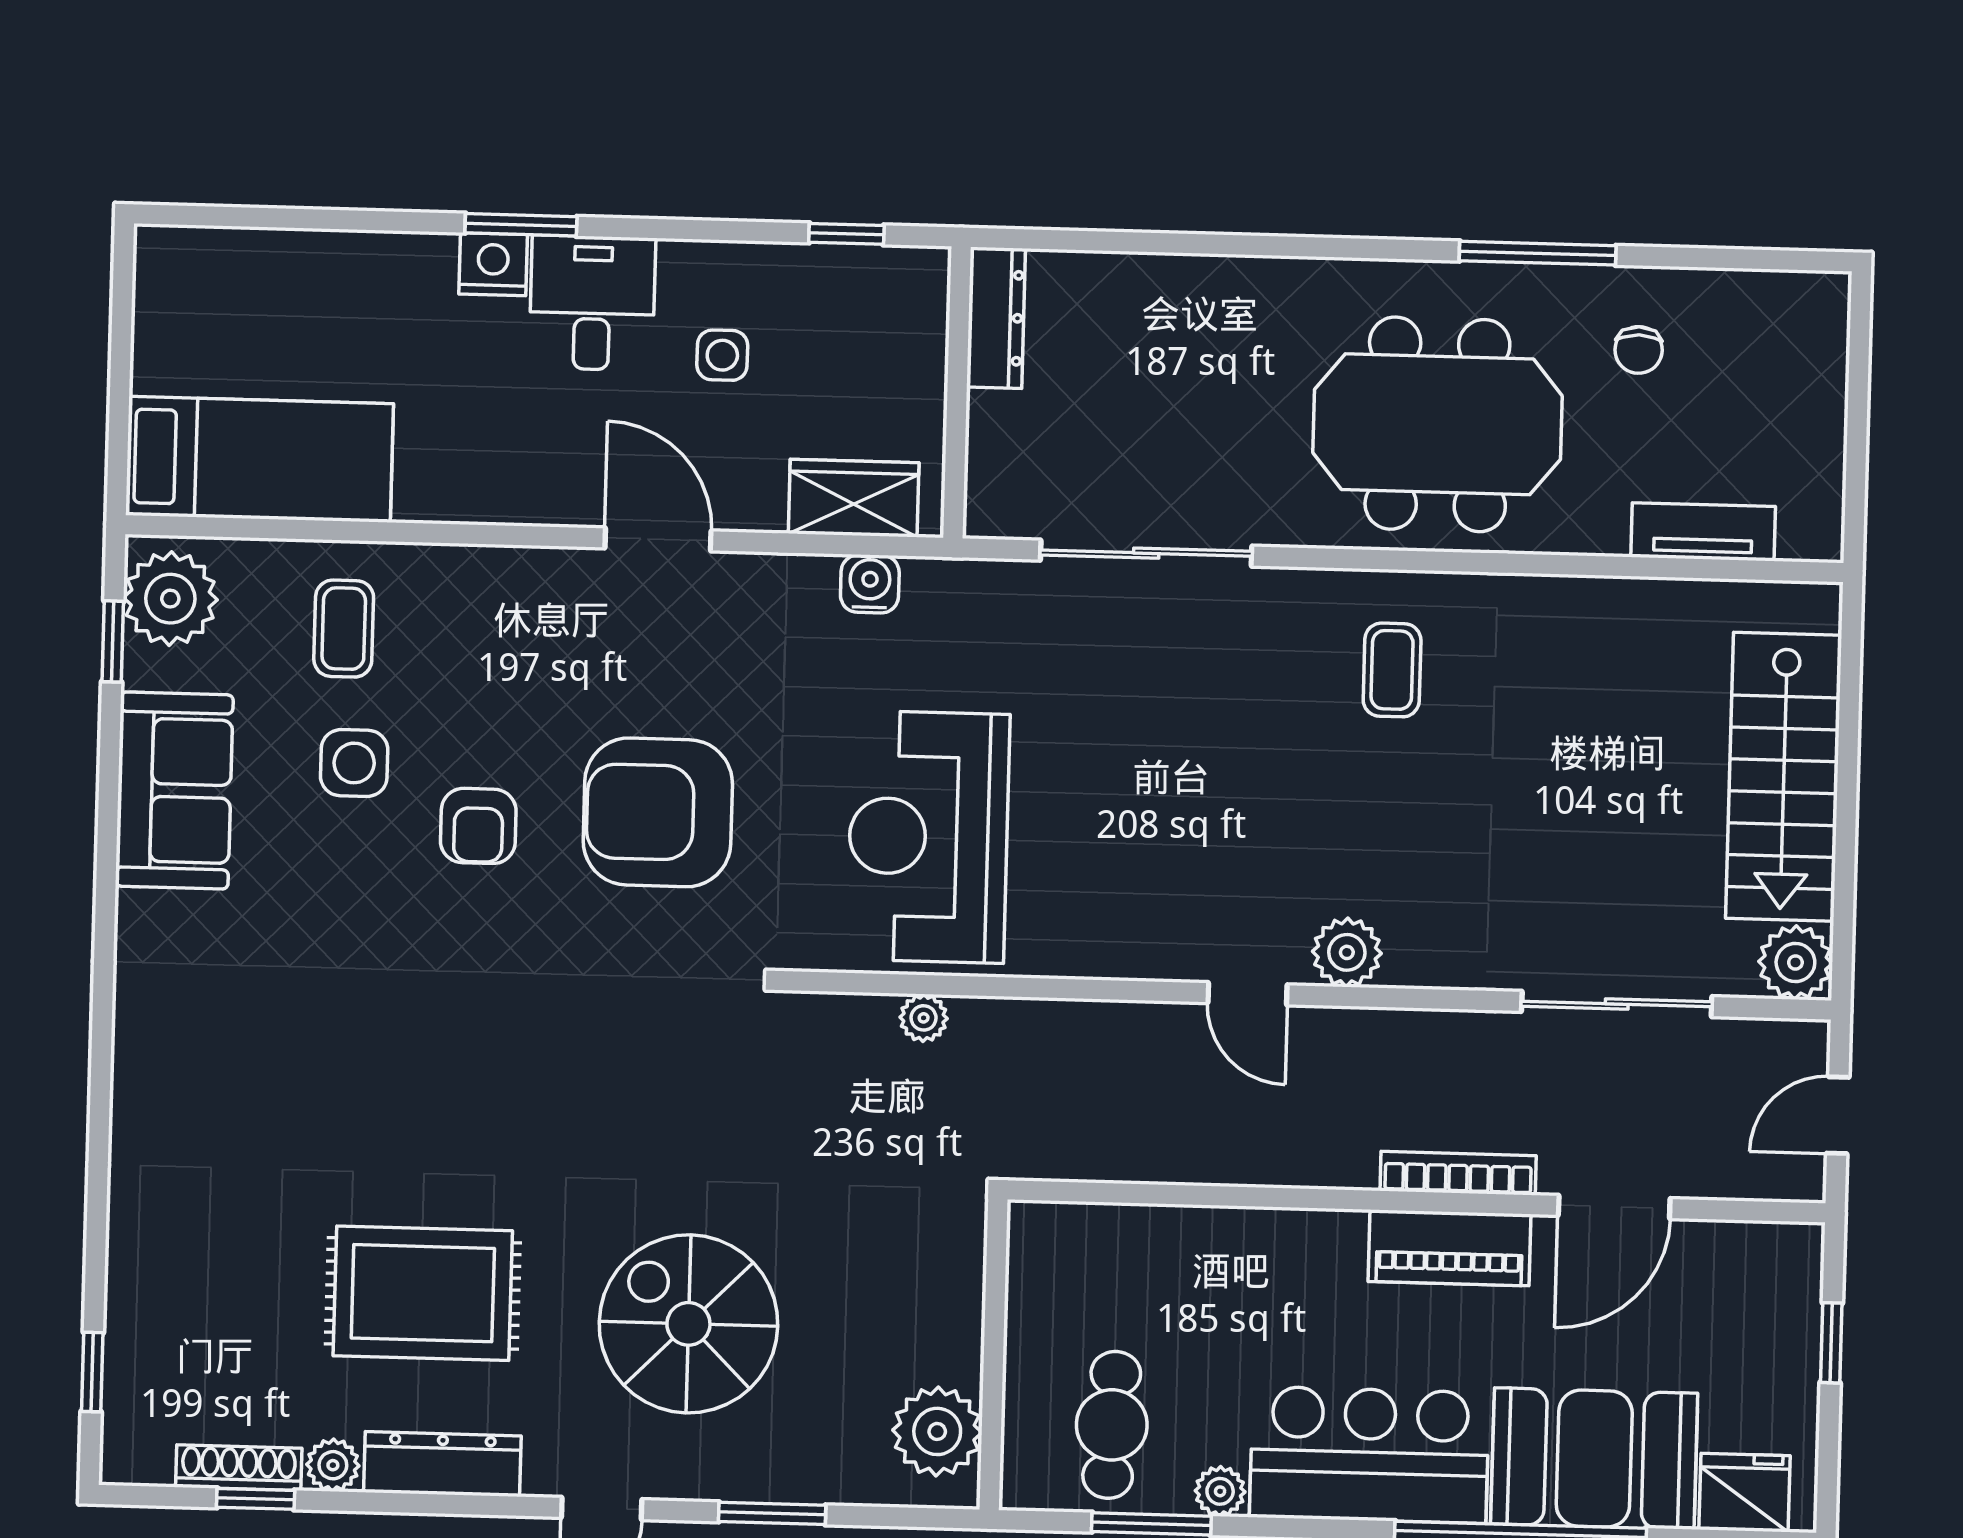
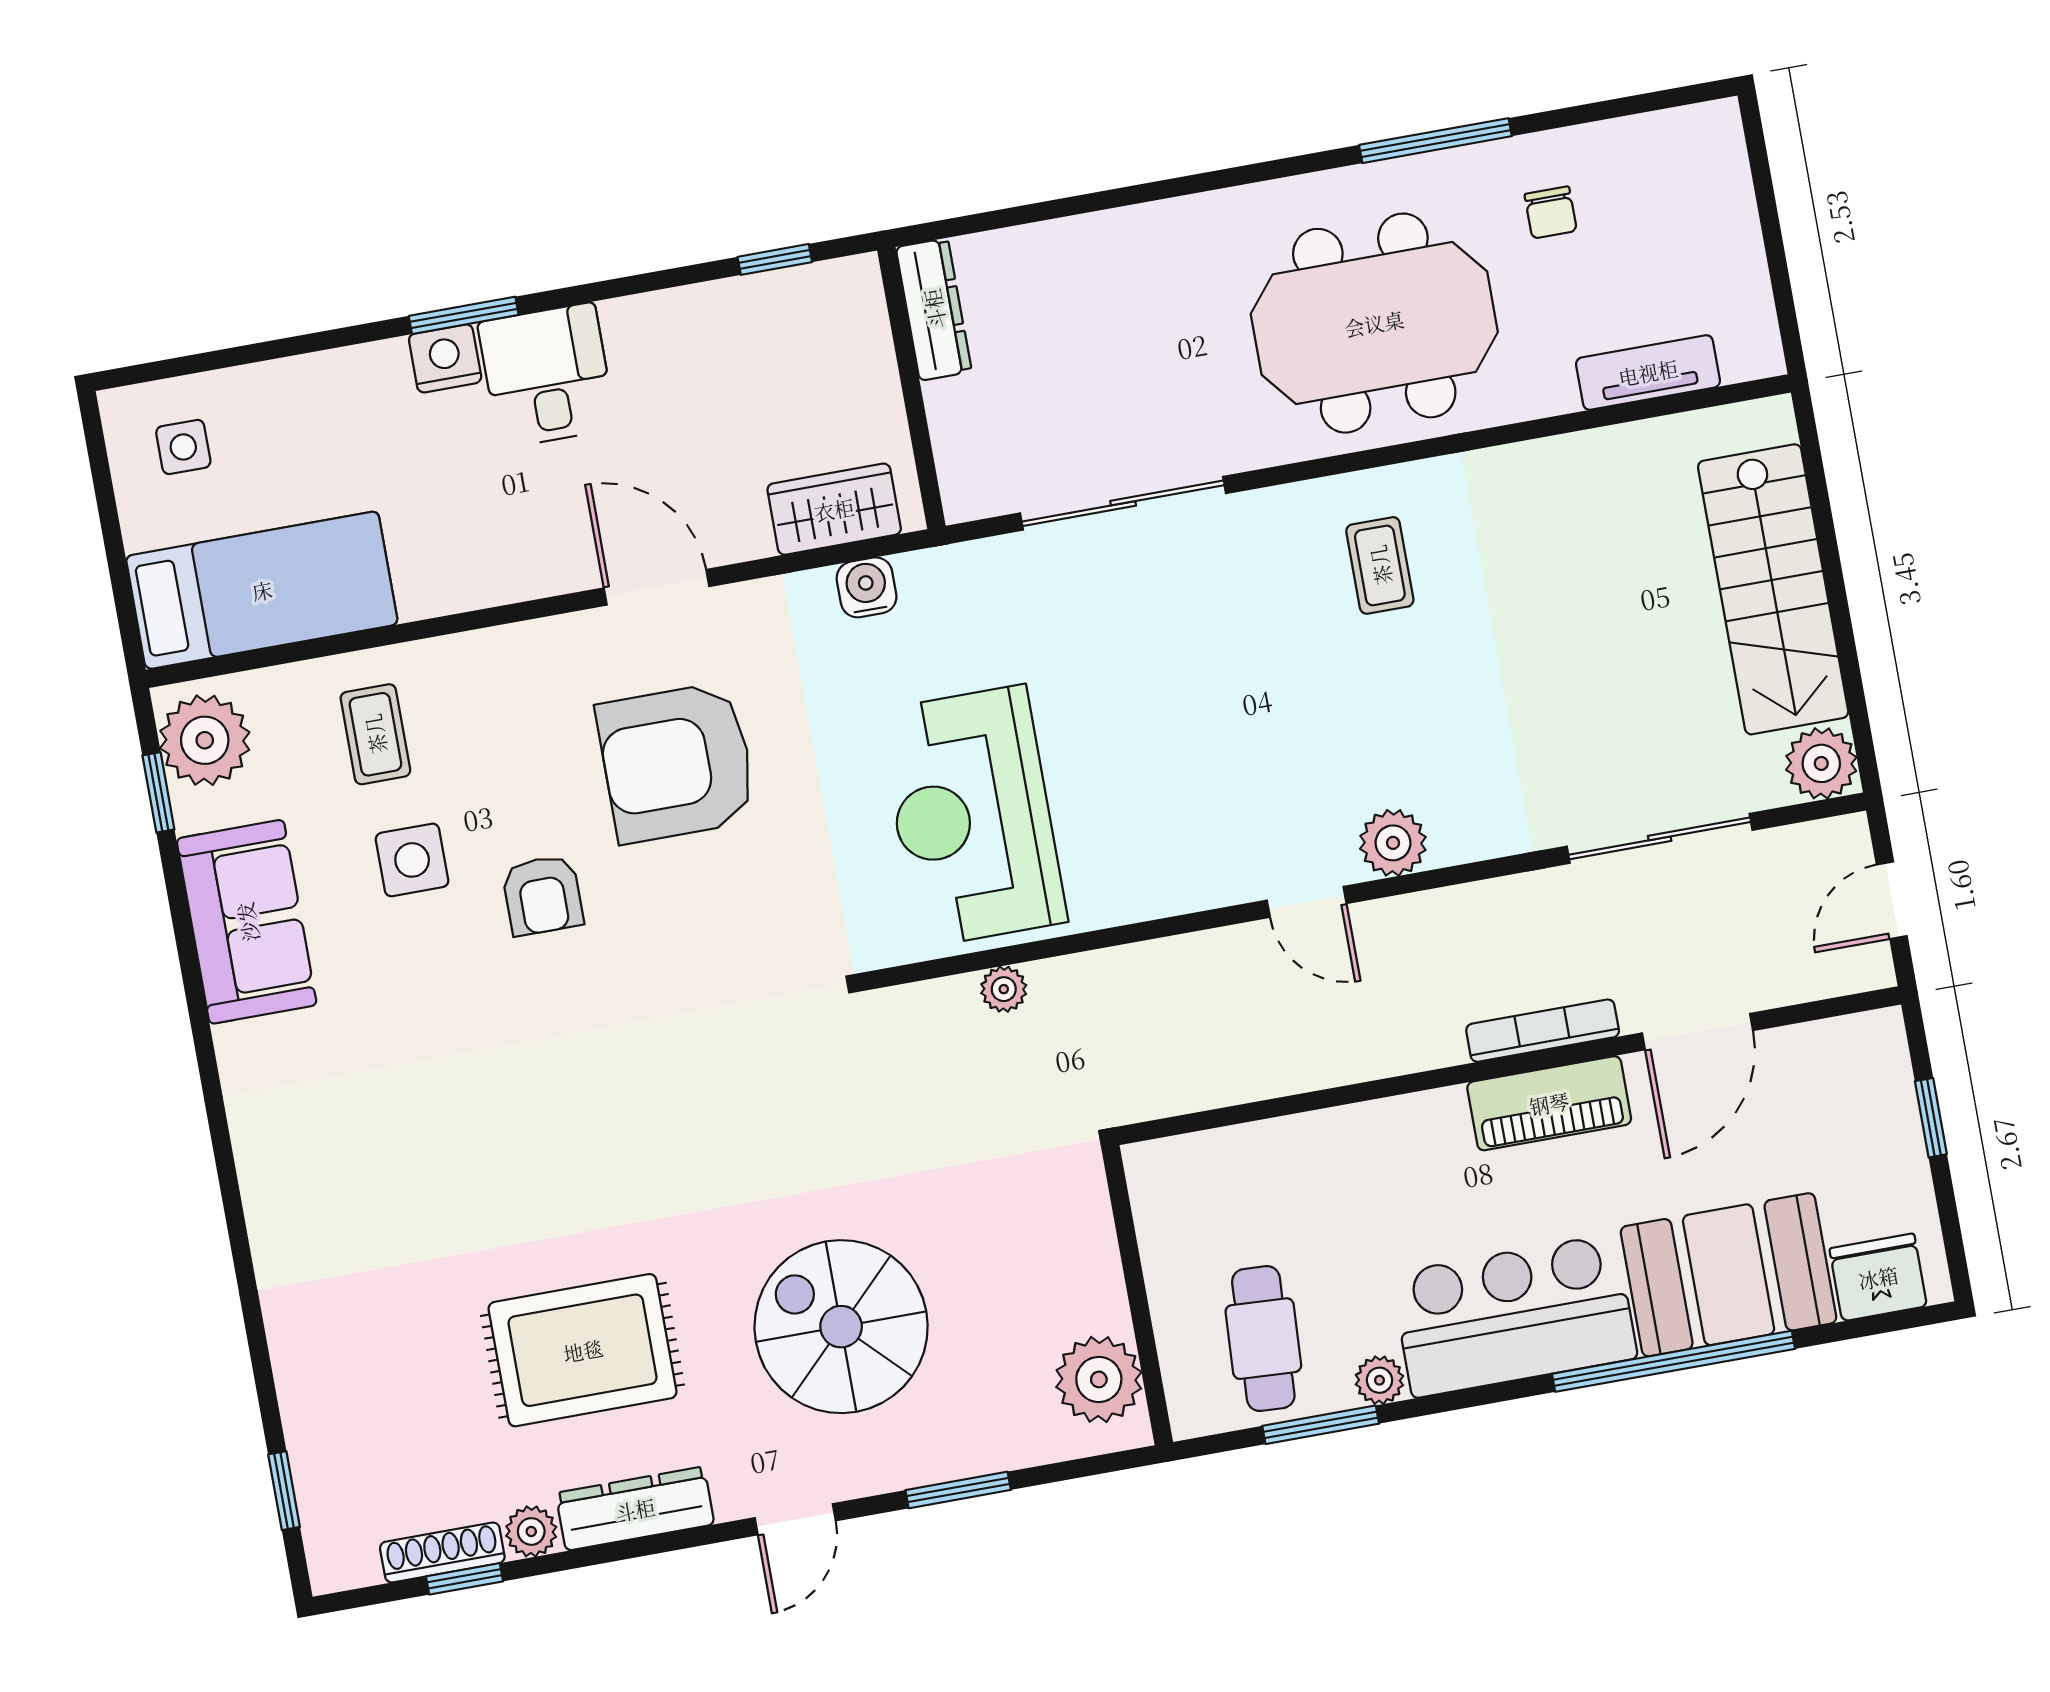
side table: (722, 355) -> (183, 447), moved
armchair: (658, 812) -> (677, 763), moved

